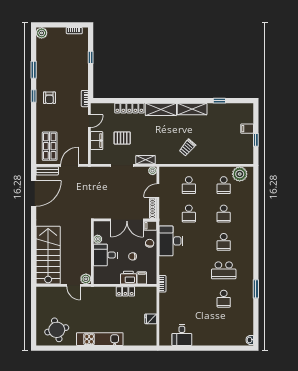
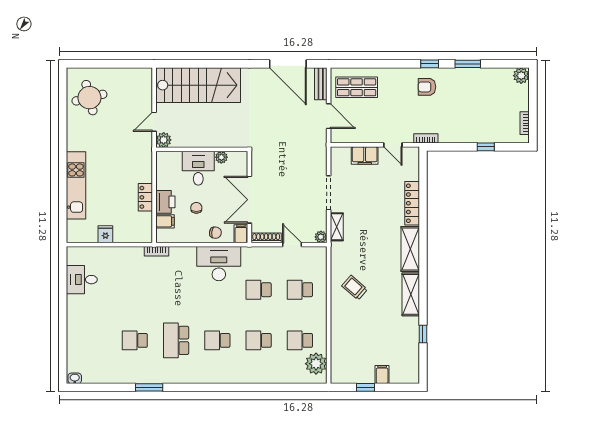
pallet: (122, 138) -> (368, 193), removed
kitchen unit: (100, 339) -> (76, 185), moved

